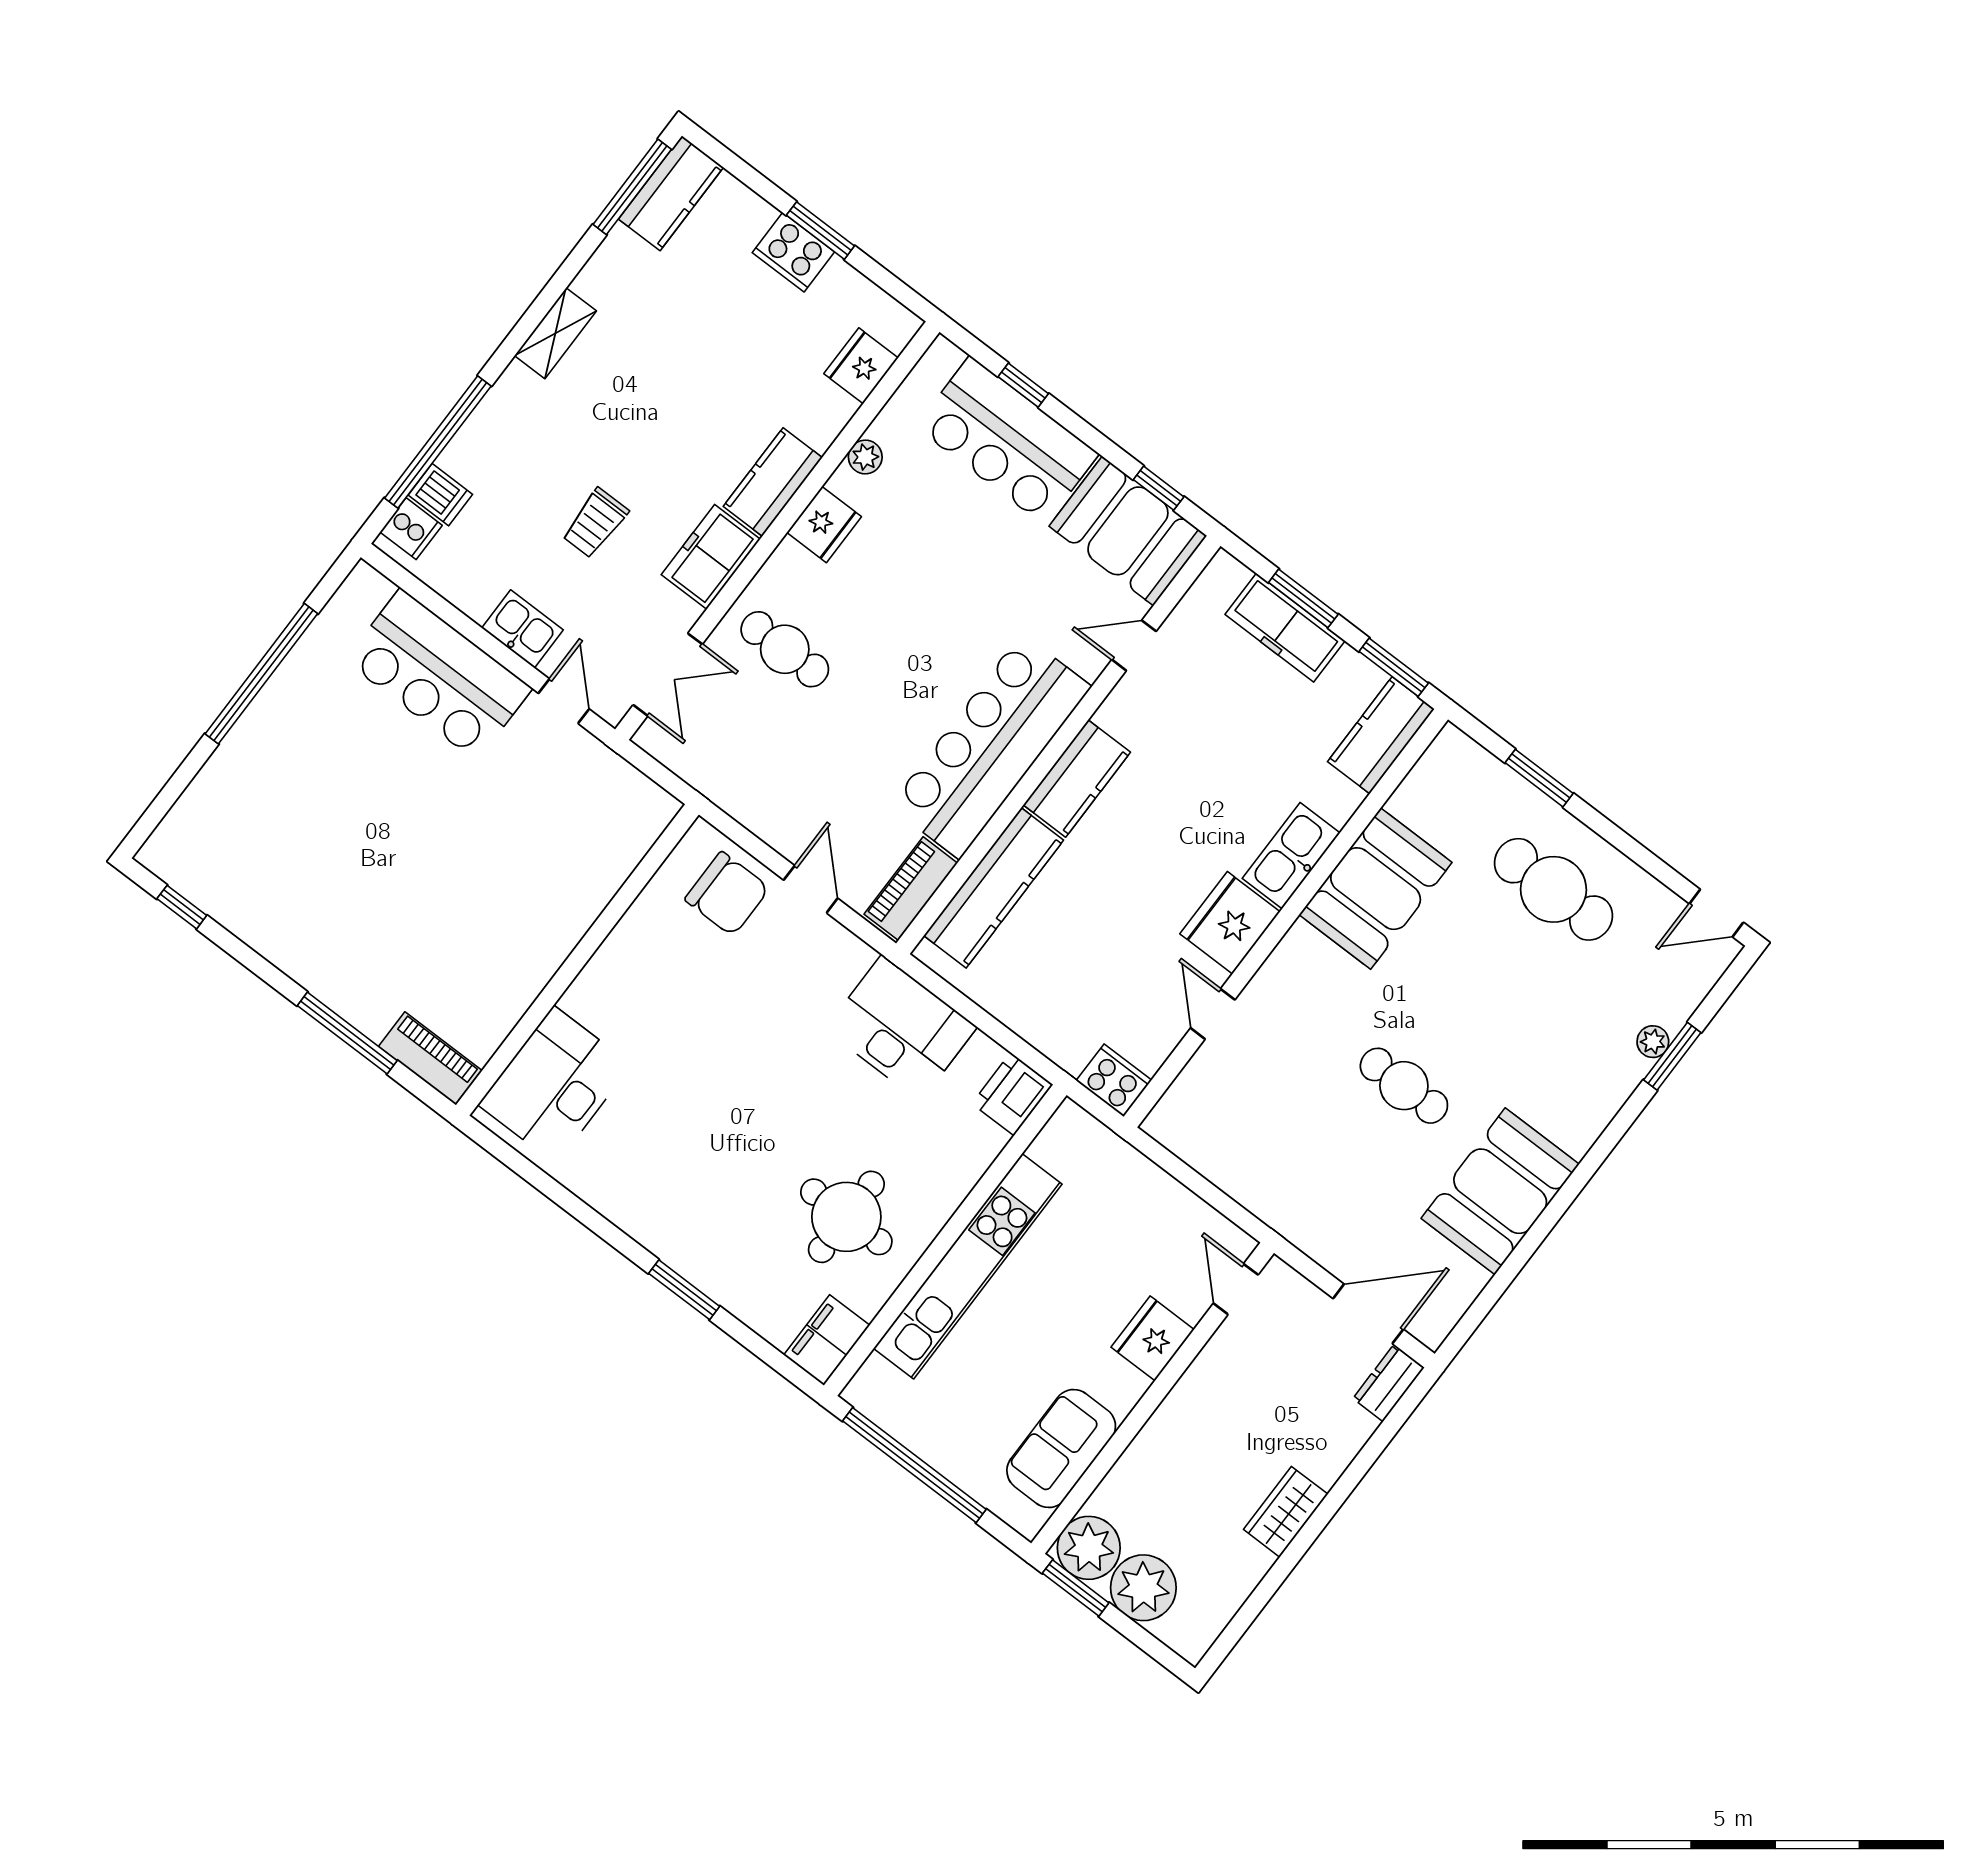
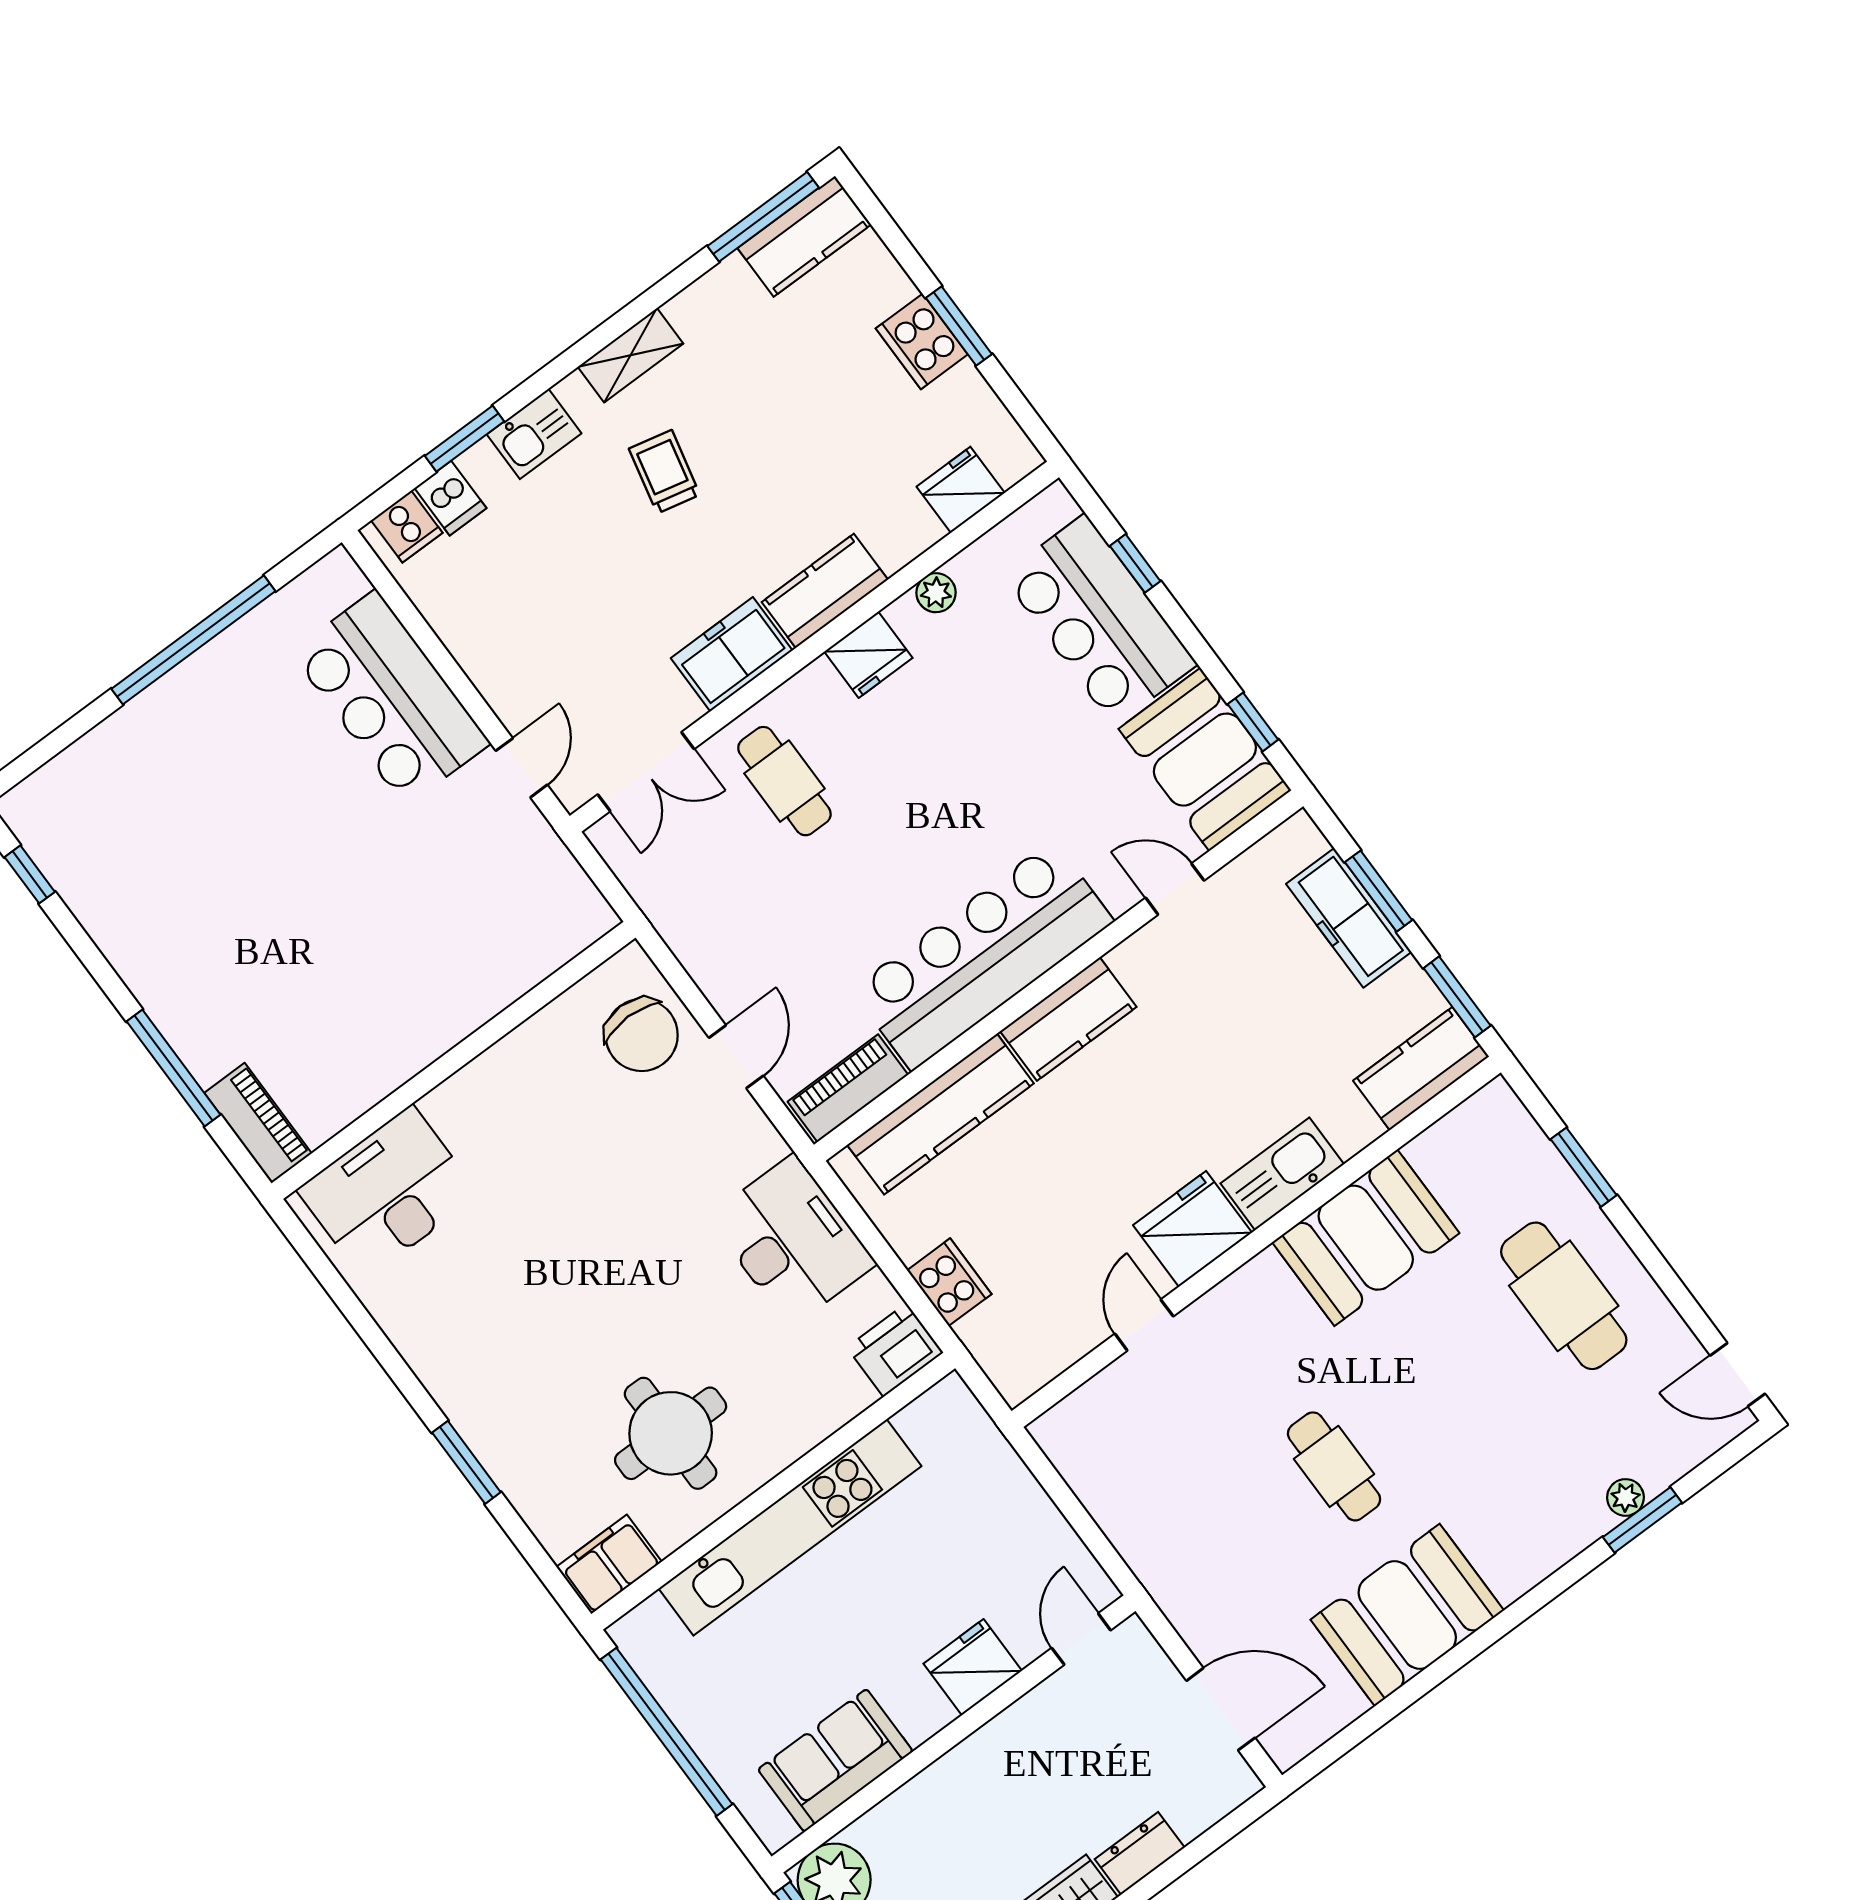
window: (438, 442) -> (465, 439), width x0.47
trolley: (595, 523) -> (664, 472), moved, turned 103
kitchen sink: (523, 629) -> (534, 434), moved, turned 90
cooker: (1114, 1080) -> (949, 1282), moved
dresser: (1389, 1383) -> (1140, 1853), moved

